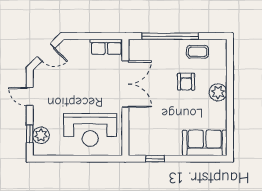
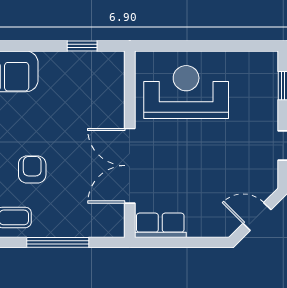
window: (170, 36) -> (58, 242), width x0.68
plant: (41, 135) -> (265, 83), removed

